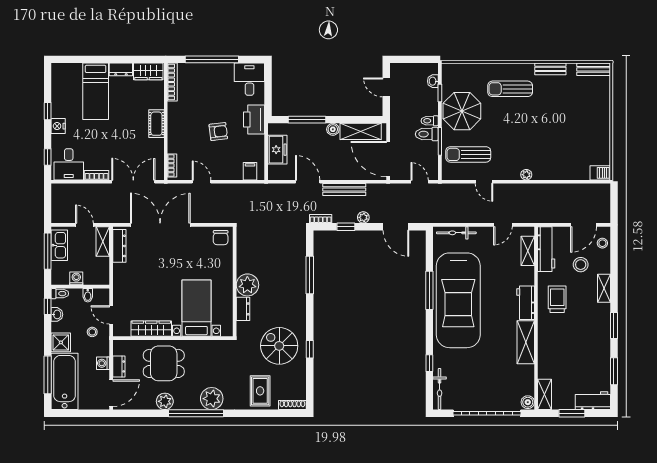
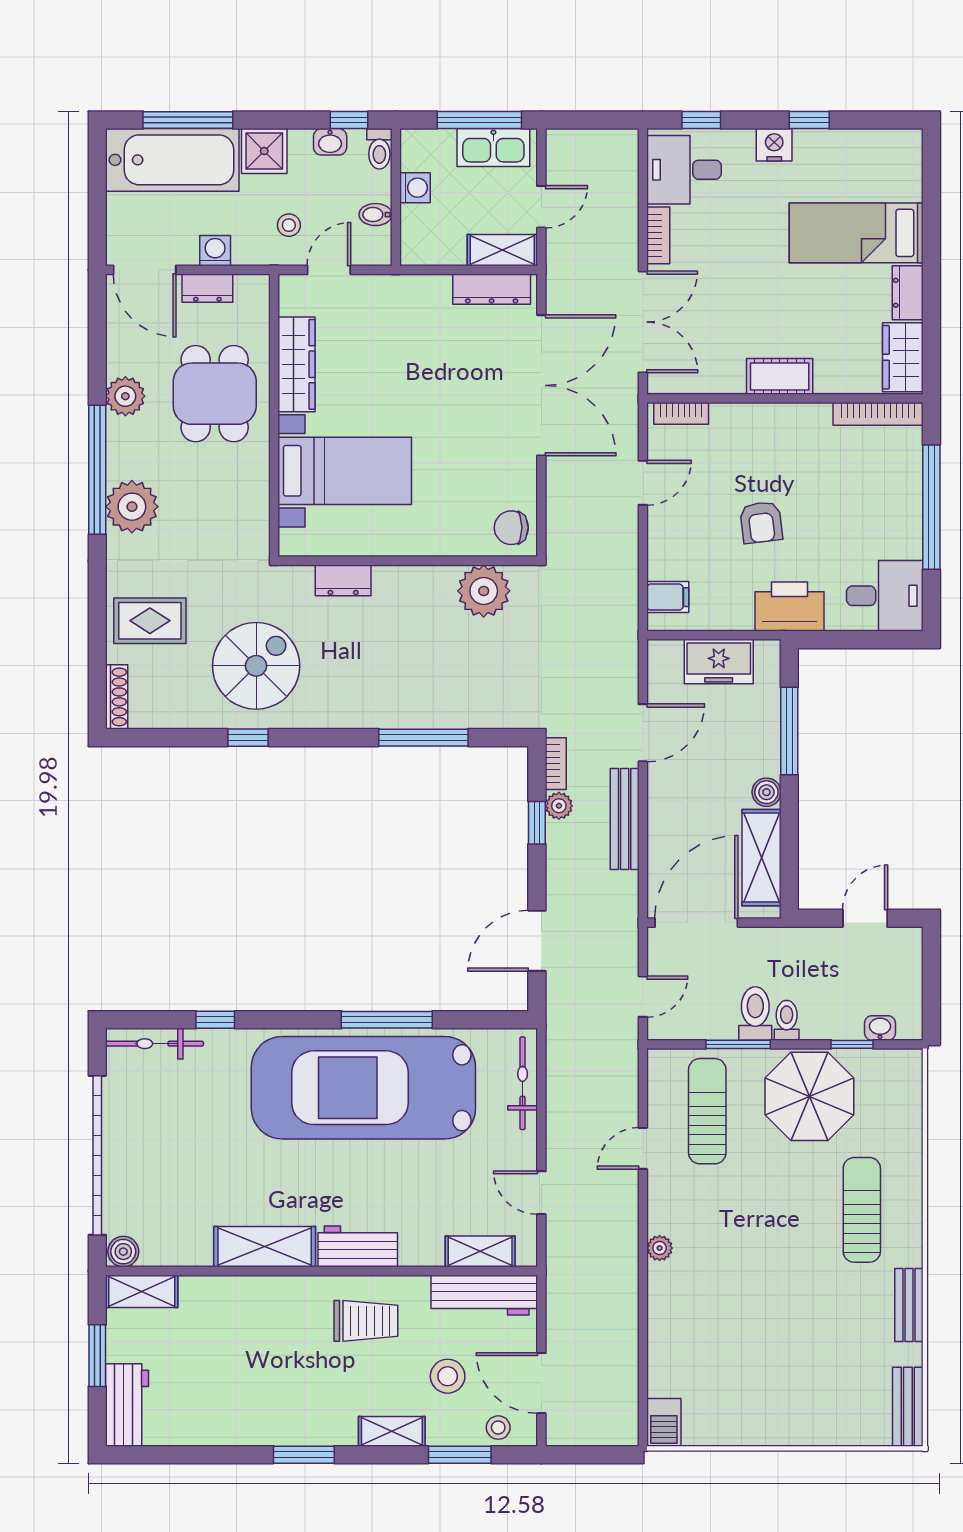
plant: (363, 217) -> (559, 806), moved
plant: (247, 285) -> (484, 591), moved
window: (614, 371) -> (460, 1455), moved

